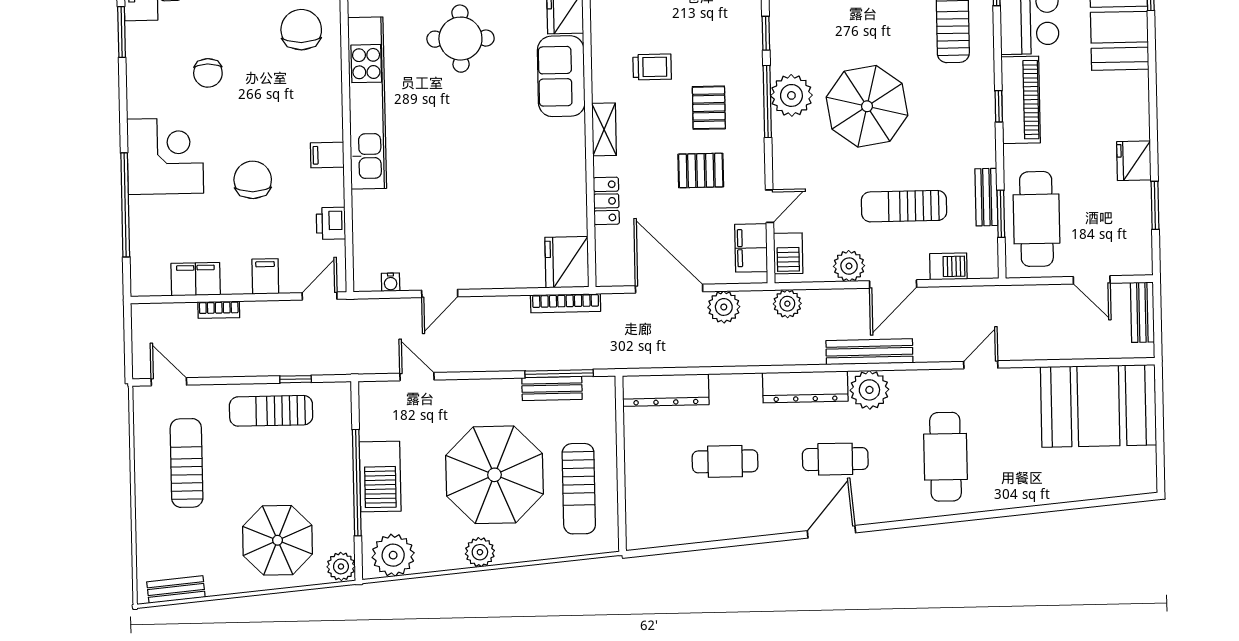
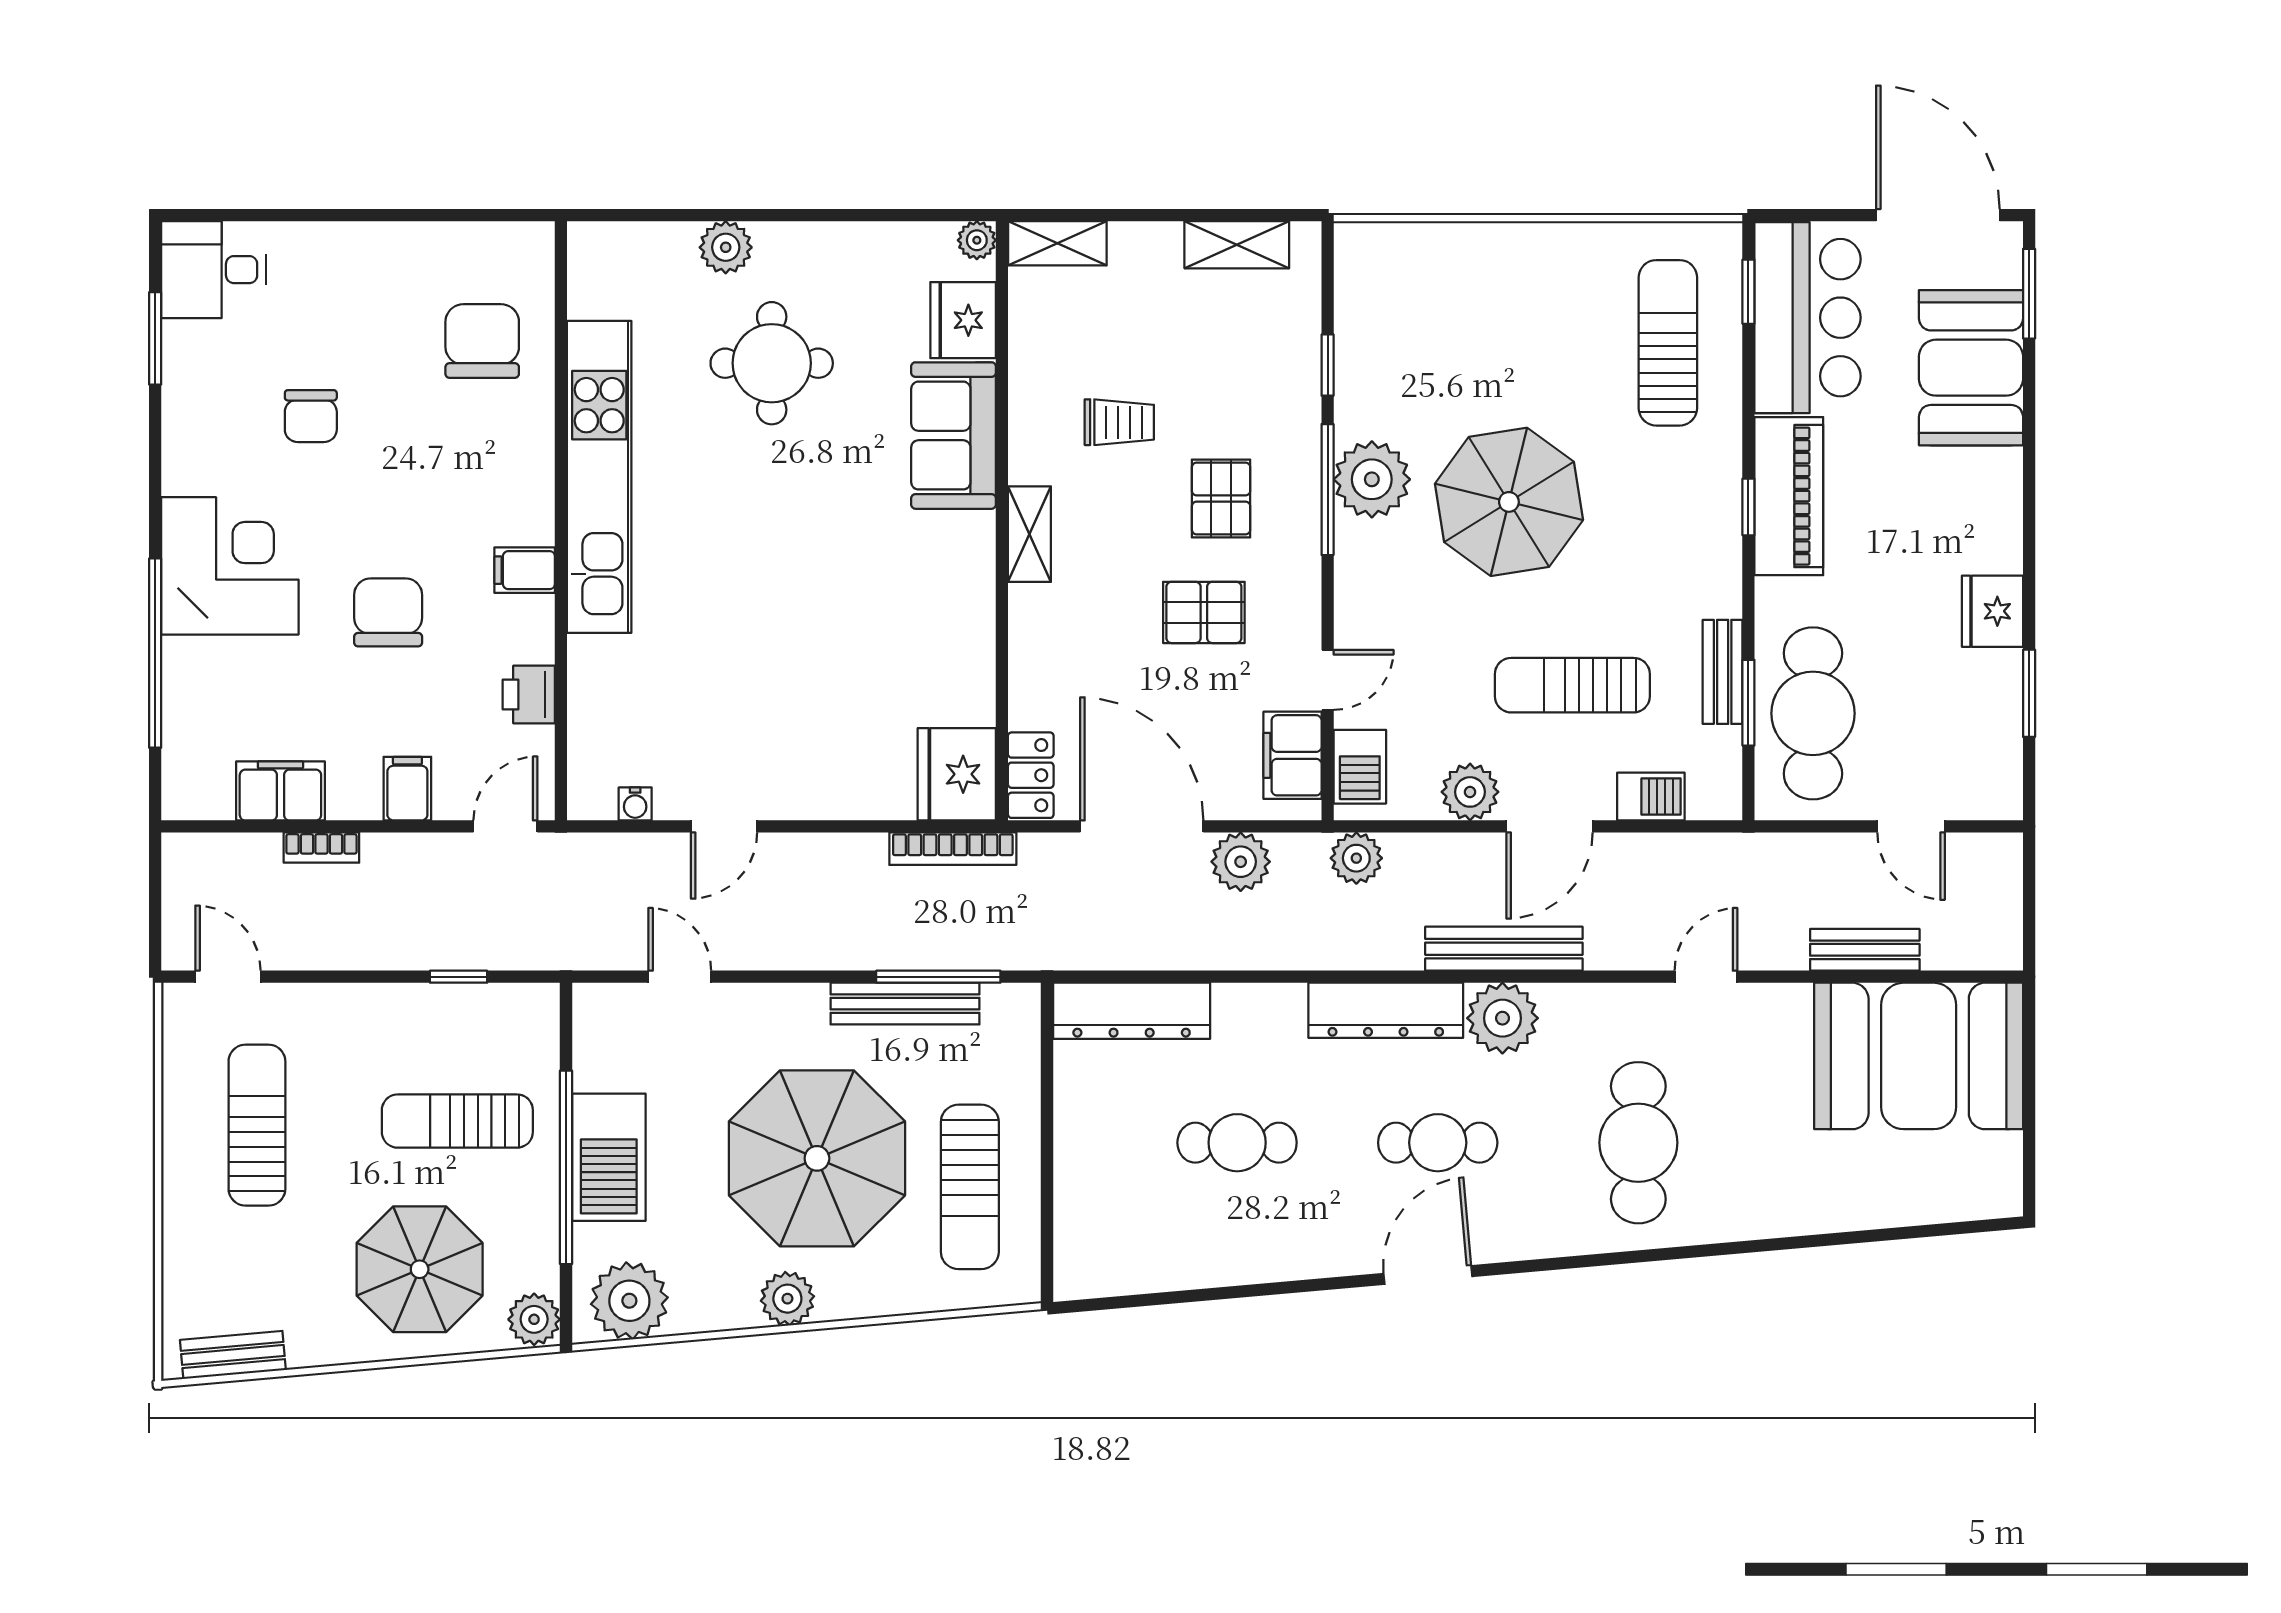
locker: (606, 201) -> (1031, 775), moved
bench: (1142, 312) -> (1865, 950), moved, turned 90
bench: (552, 389) -> (905, 1004), width x1.36
sun lounger: (271, 411) -> (457, 1121), moved

